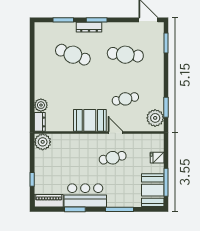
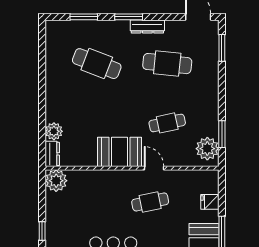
dresser: (89, 27) -> (147, 27), moved

